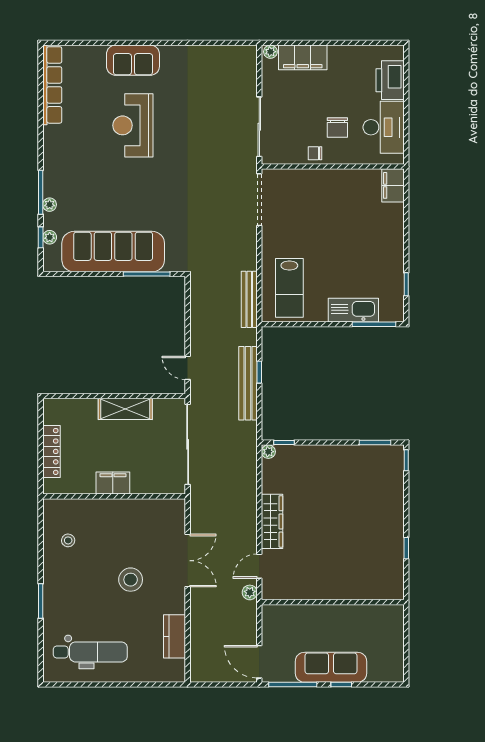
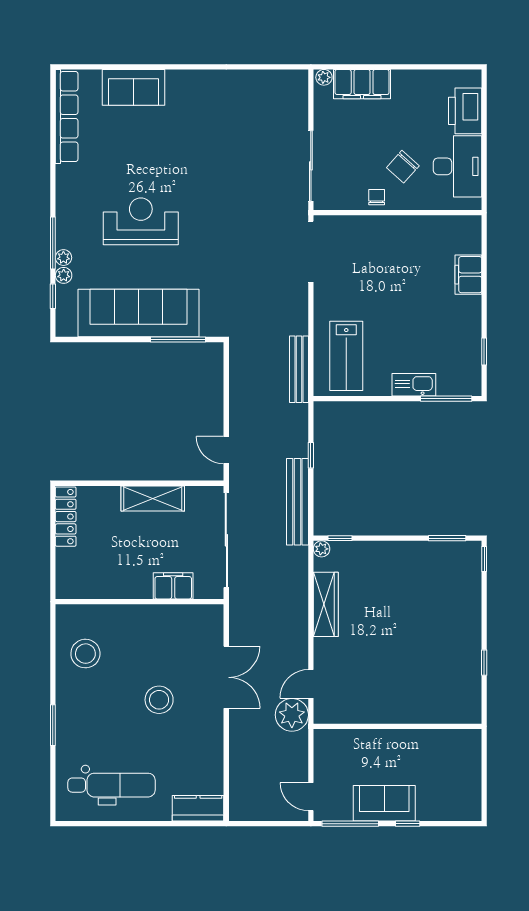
sofa: (133, 60) -> (133, 87), moved
reception desk: (133, 125) -> (141, 221), moved, turned 90
chair: (337, 127) -> (403, 167), turned 42
chair: (315, 153) -> (377, 197), turned 90
filing cabinet: (393, 185) -> (468, 275), moved
plant: (50, 237) -> (64, 275), moved
kitchen sink: (353, 310) -> (414, 385), width x0.73, depth x0.81
bench: (248, 383) -> (297, 502), moved
locker: (51, 451) -> (66, 517), moved
filing cabinet: (113, 483) -> (173, 586), moved
wardrobe: (272, 521) -> (326, 604), moved
stool: (68, 540) -> (85, 654), width x1.89, depth x1.89
plant: (250, 592) -> (292, 715), width x1.88, depth x1.88
kitchen counter: (175, 636) -> (198, 808), moved, turned 90
door: (259, 662) -> (311, 797), width x0.73
sofa: (331, 667) -> (384, 803), width x0.73

